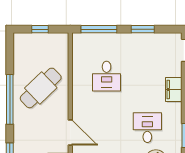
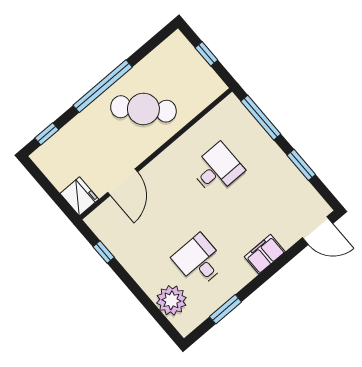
desk: (107, 76) -> (217, 169), turned 180
desk: (147, 128) -> (199, 261), turned -90

